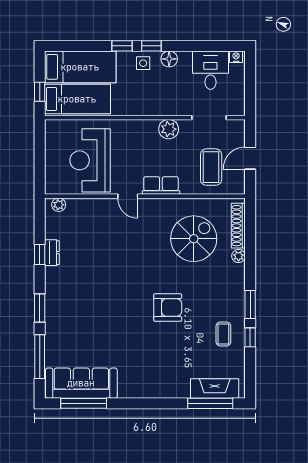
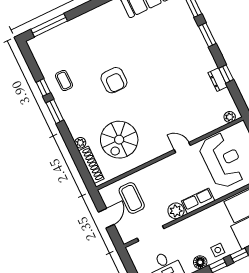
row of seats: (161, 186) -> (198, 201), moved, turned 180
armchair: (168, 308) -> (114, 80), turned -90
fireplace: (215, 388) -> (51, 38), removed

